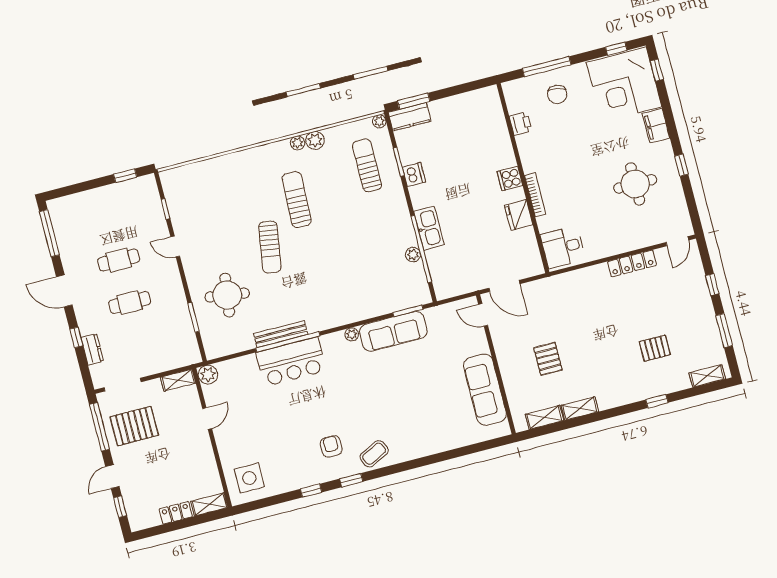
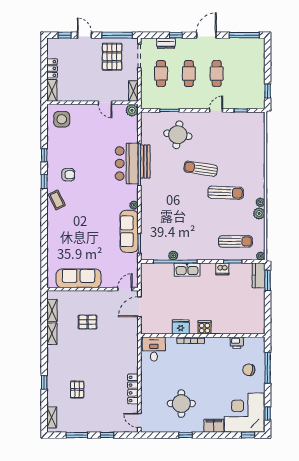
cafe table: (141, 345) -> (161, 74), added

